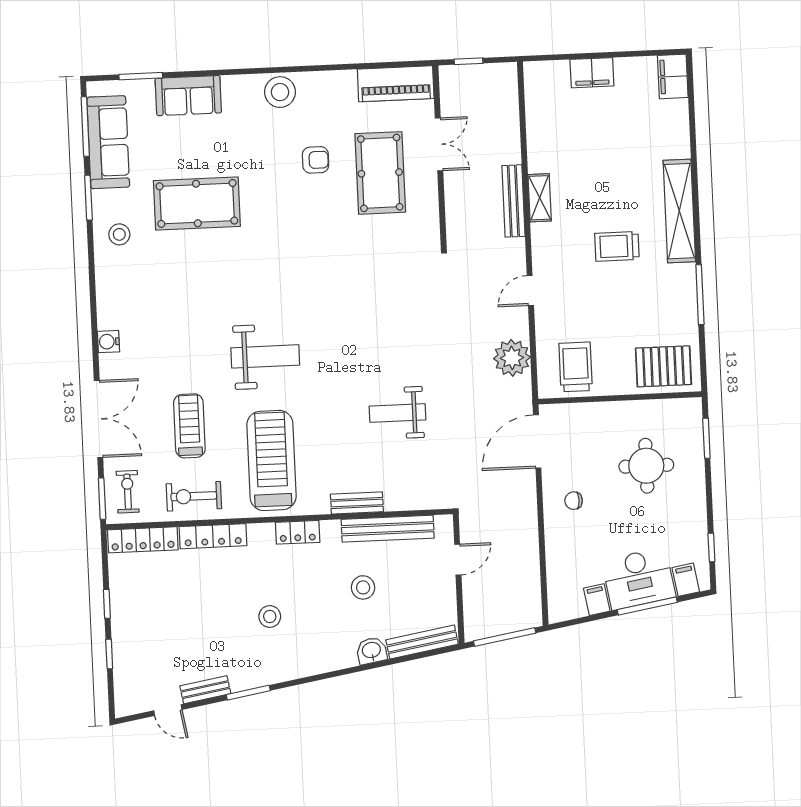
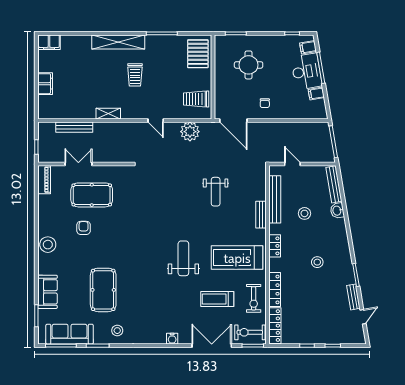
piano: (396, 84) -> (44, 180), width x0.73, depth x0.75
bench: (513, 201) -> (74, 127), moved
exercise bike: (128, 492) -> (250, 332), width x1.38, depth x1.39

